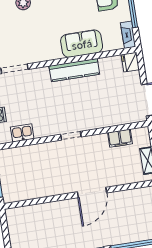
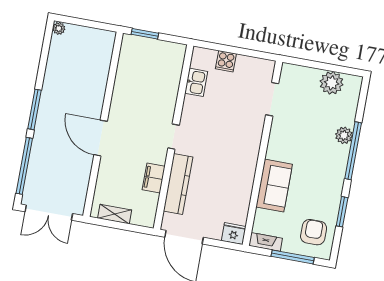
kitchen counter: (74, 70) -> (178, 184), moved, turned 180
filing cabinet: (120, 138) -> (154, 178), moved

